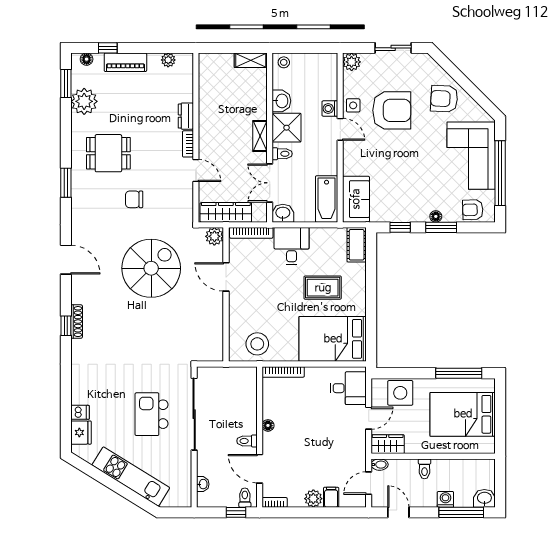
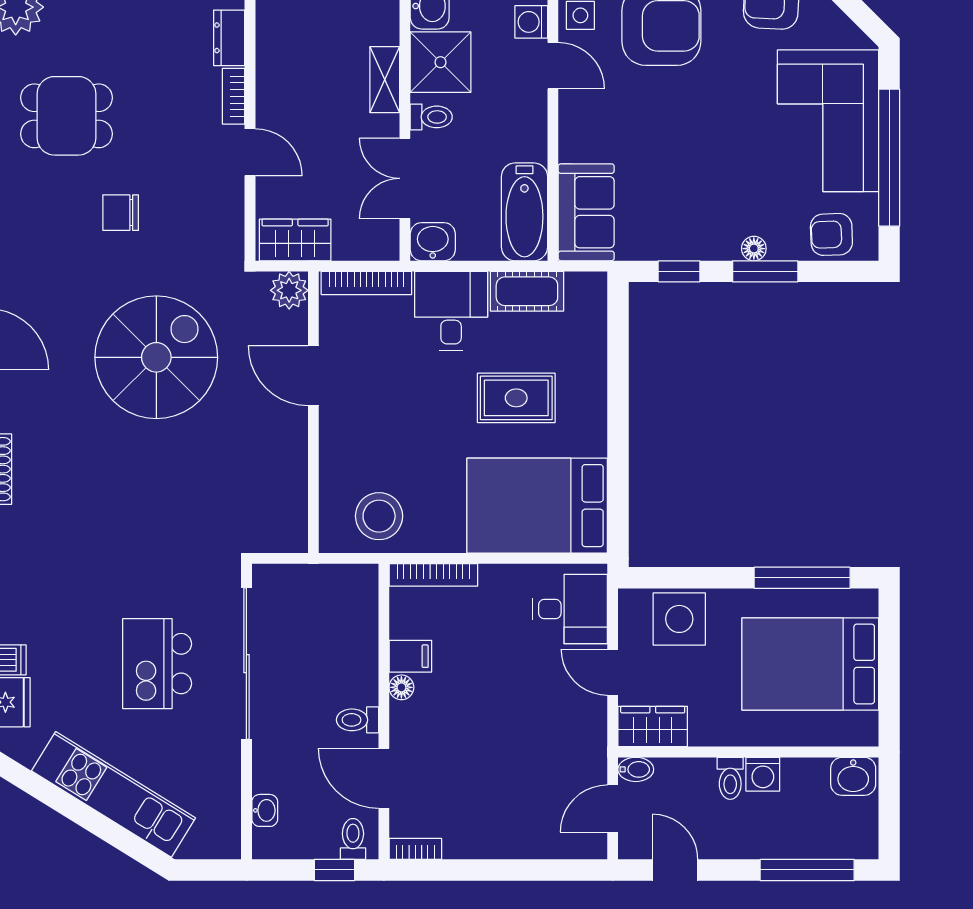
wardrobe: (226, 212) -> (295, 240), width x0.67
cot: (357, 245) -> (527, 291), moved, turned 90
door: (369, 418) -> (613, 672), swing flipped
filing cabinet: (331, 497) -> (410, 656), moved, turned 90
washbasin: (484, 498) -> (853, 776), moved, turned 180
plant: (313, 499) -> (497, 841), removed
washing machine: (445, 499) -> (763, 774), moved, turned 180

